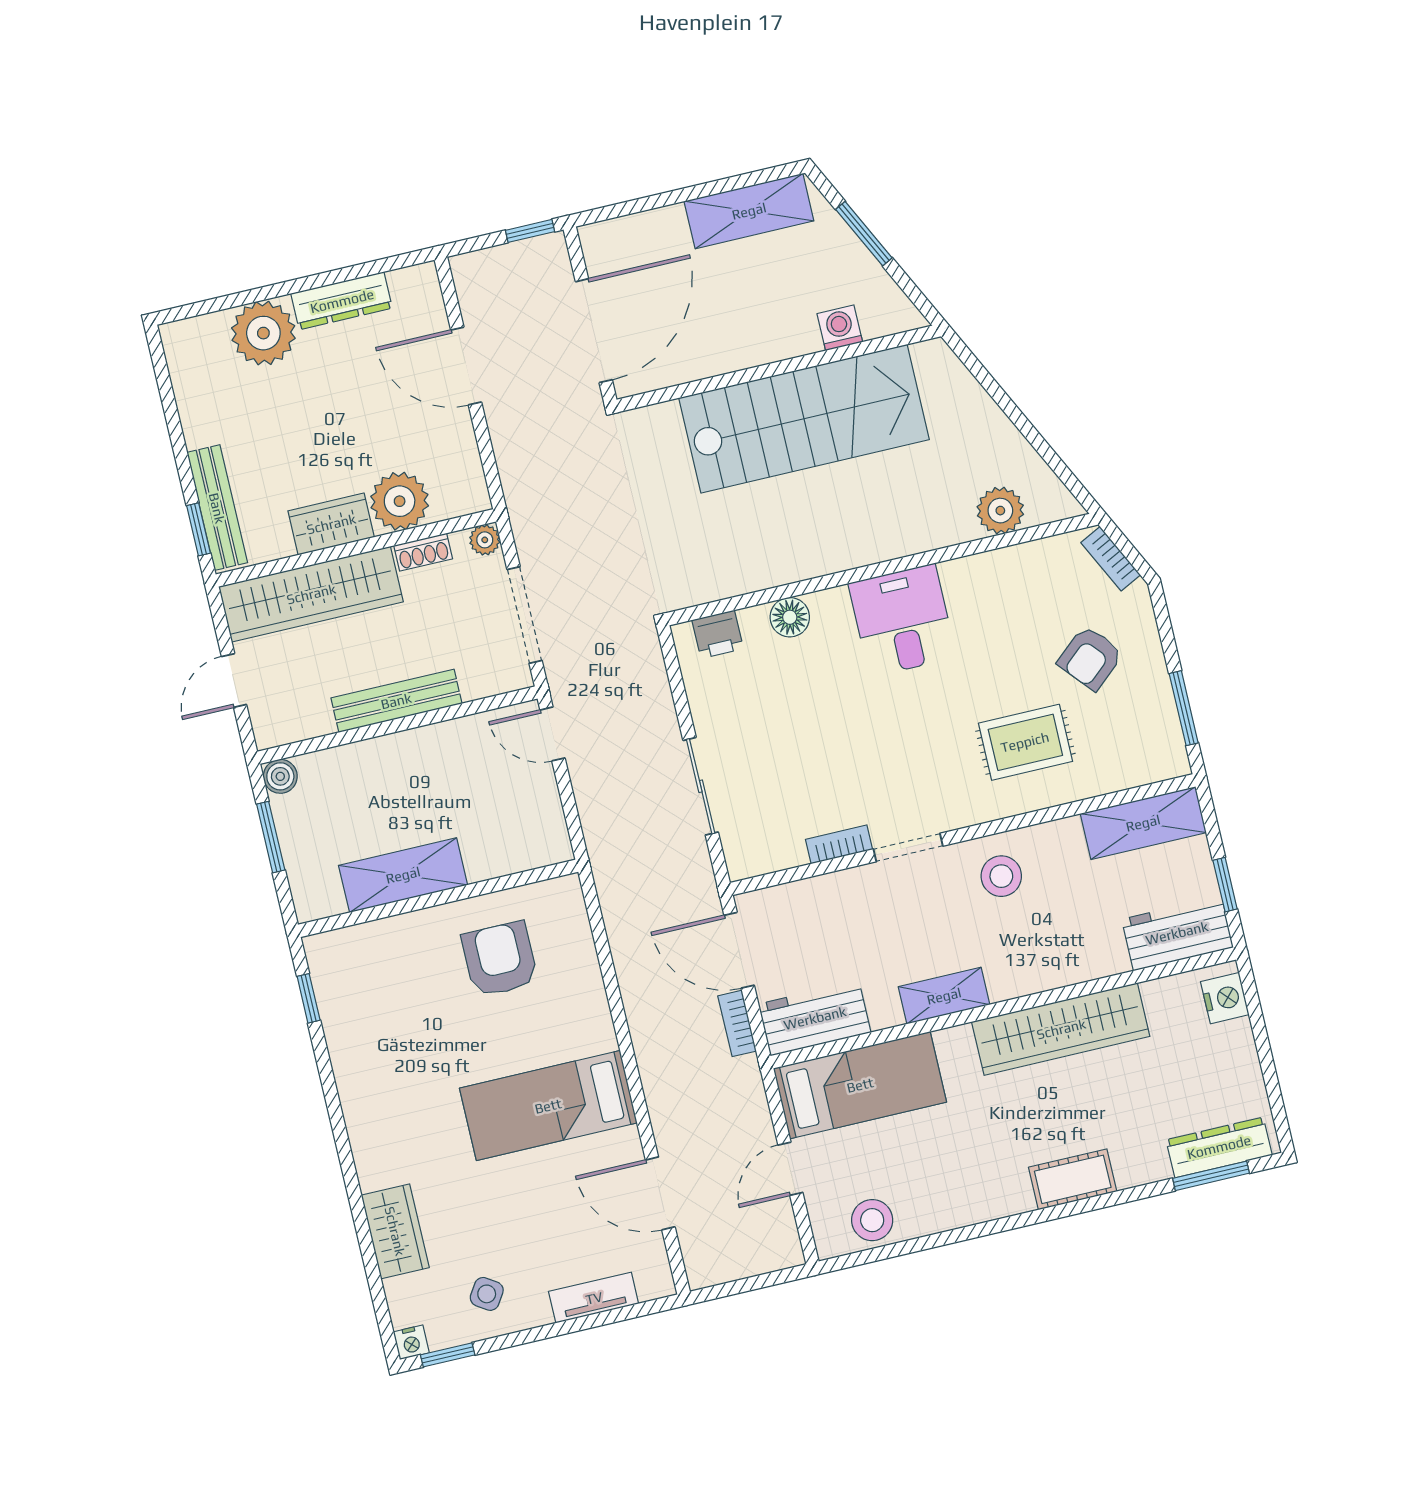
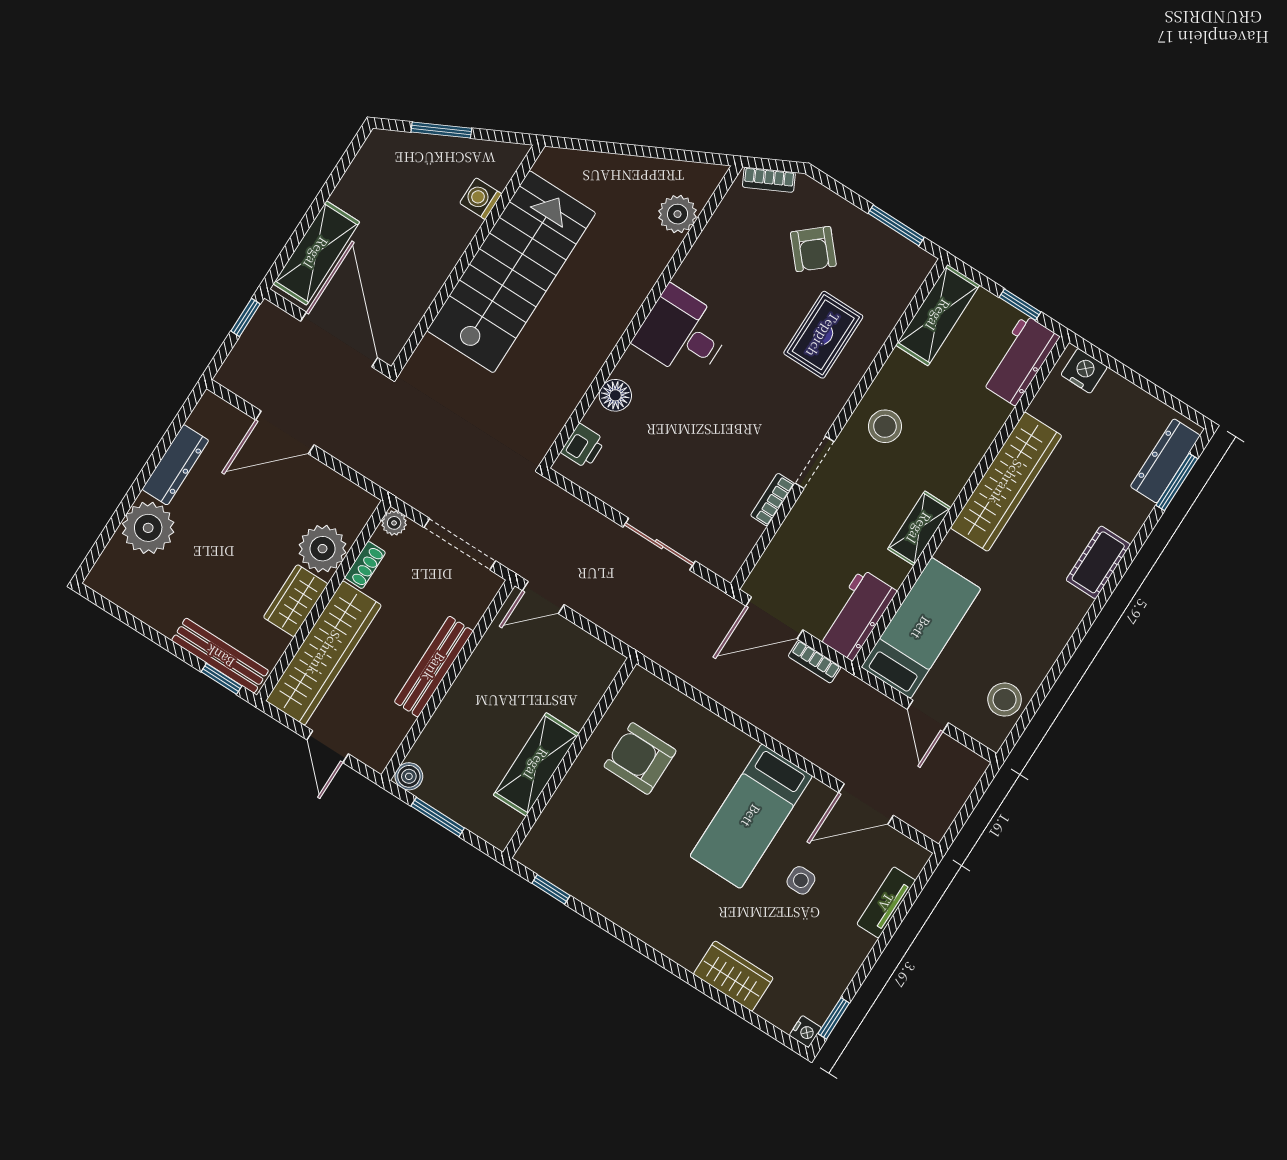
shelving: (749, 211) -> (316, 253), moved
side table: (487, 1294) -> (801, 880), moved, turned -33

